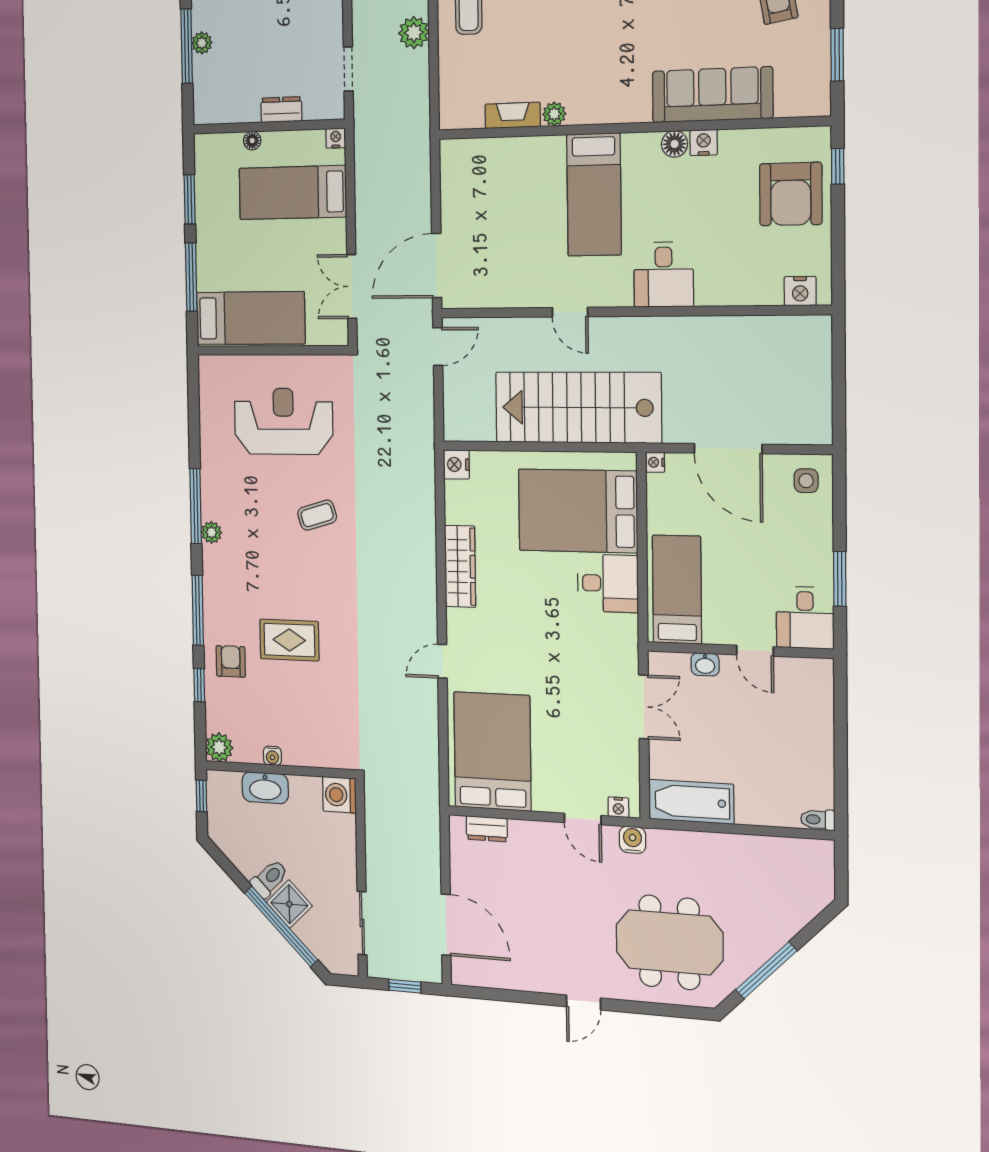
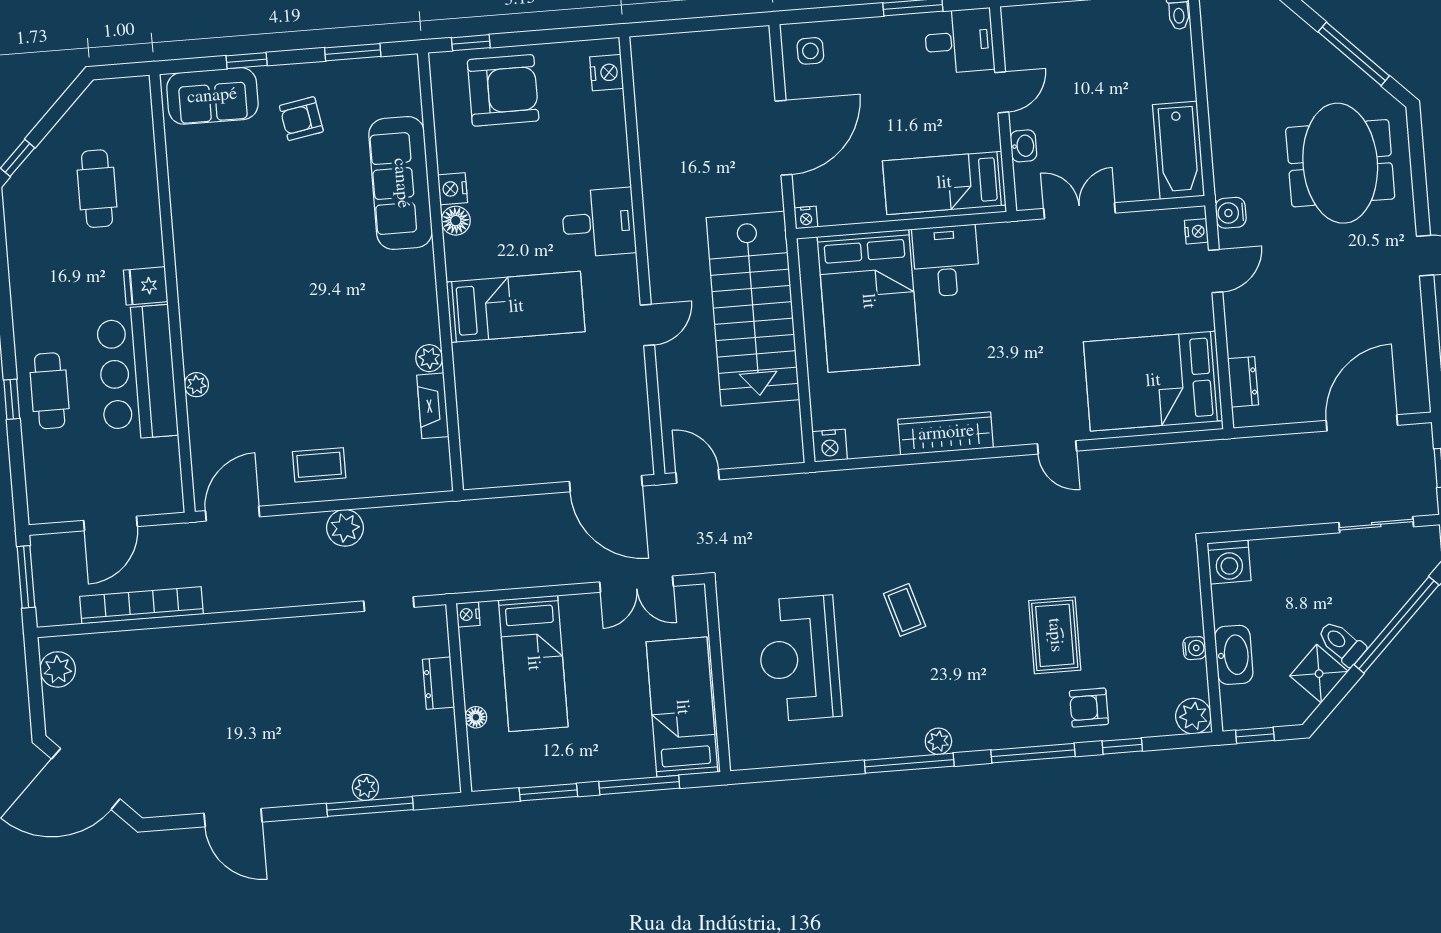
shower: (289, 904) -> (1319, 674), moved

